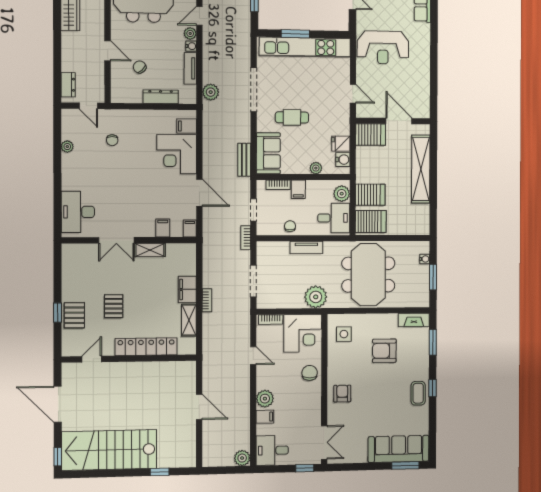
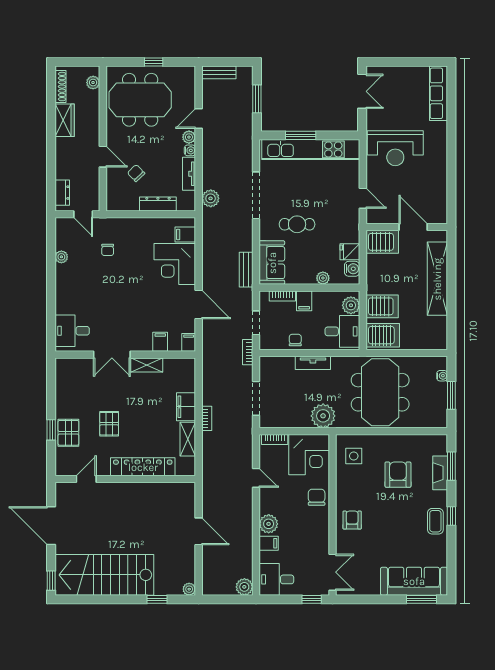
desk: (78, 212) -> (72, 331), width x0.73
fireplace: (414, 320) -> (440, 473), moved, turned 90
armchair: (384, 351) -> (398, 475), turned 90
plant: (190, 461) -> (189, 589), added

